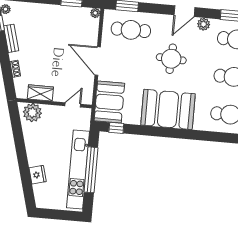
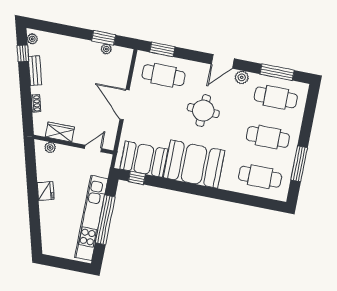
plant: (95, 13) -> (106, 49), moved
booth: (109, 102) -> (144, 159), moved, turned 90
plant: (32, 113) -> (50, 147), width x0.53, depth x0.53
fridge: (38, 175) -> (46, 191), moved

